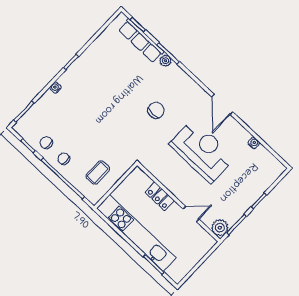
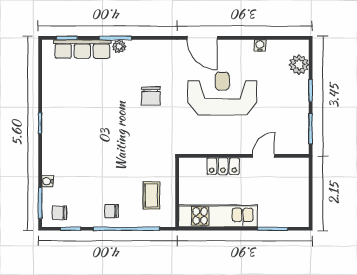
water cooler: (55, 88) -> (47, 181), moved
chair: (156, 110) -> (151, 96), turned 180
chair: (46, 143) -> (59, 213), moved
plant: (220, 228) -> (299, 65), moved
kitchen unit: (136, 233) -> (218, 216), width x0.73

